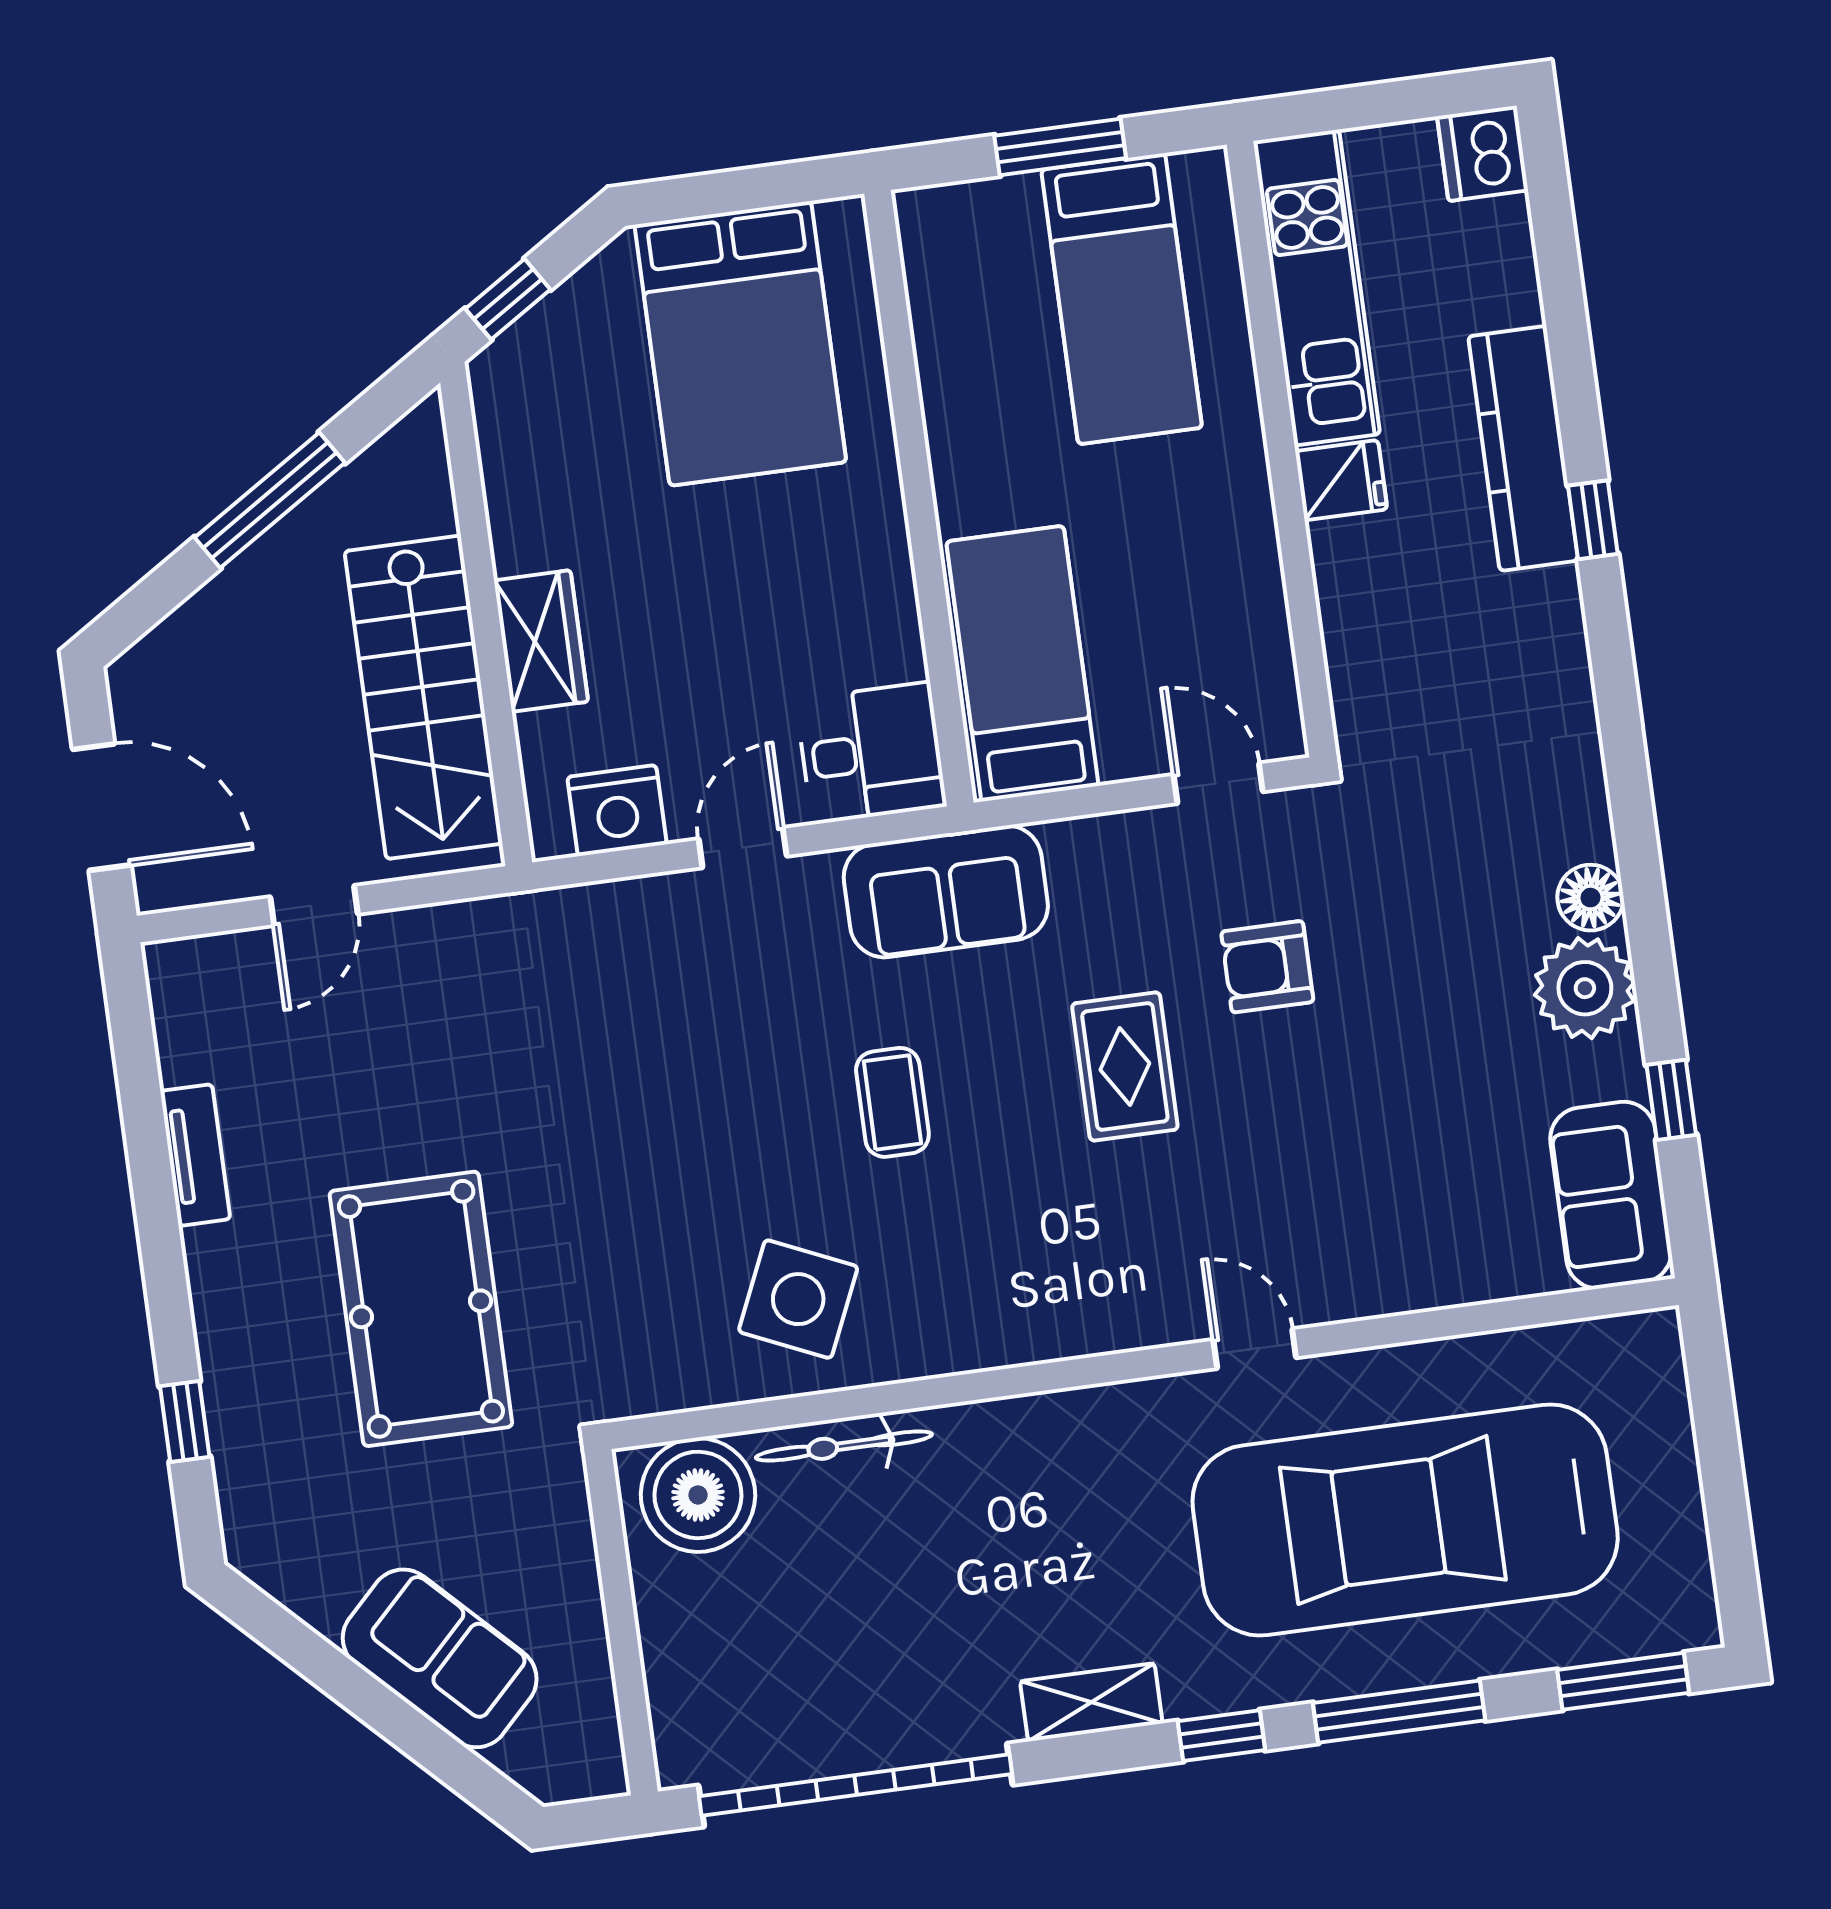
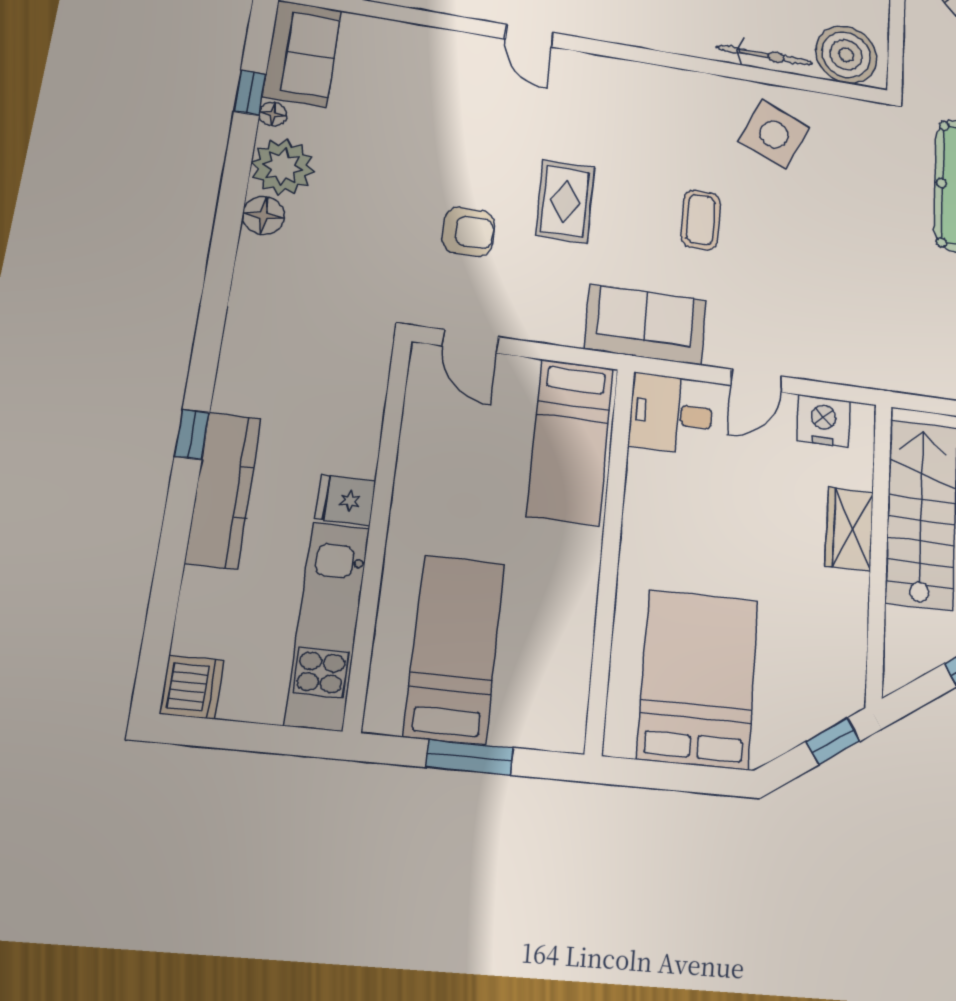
floor lamp: (1626, 1074) -> (273, 114), added

